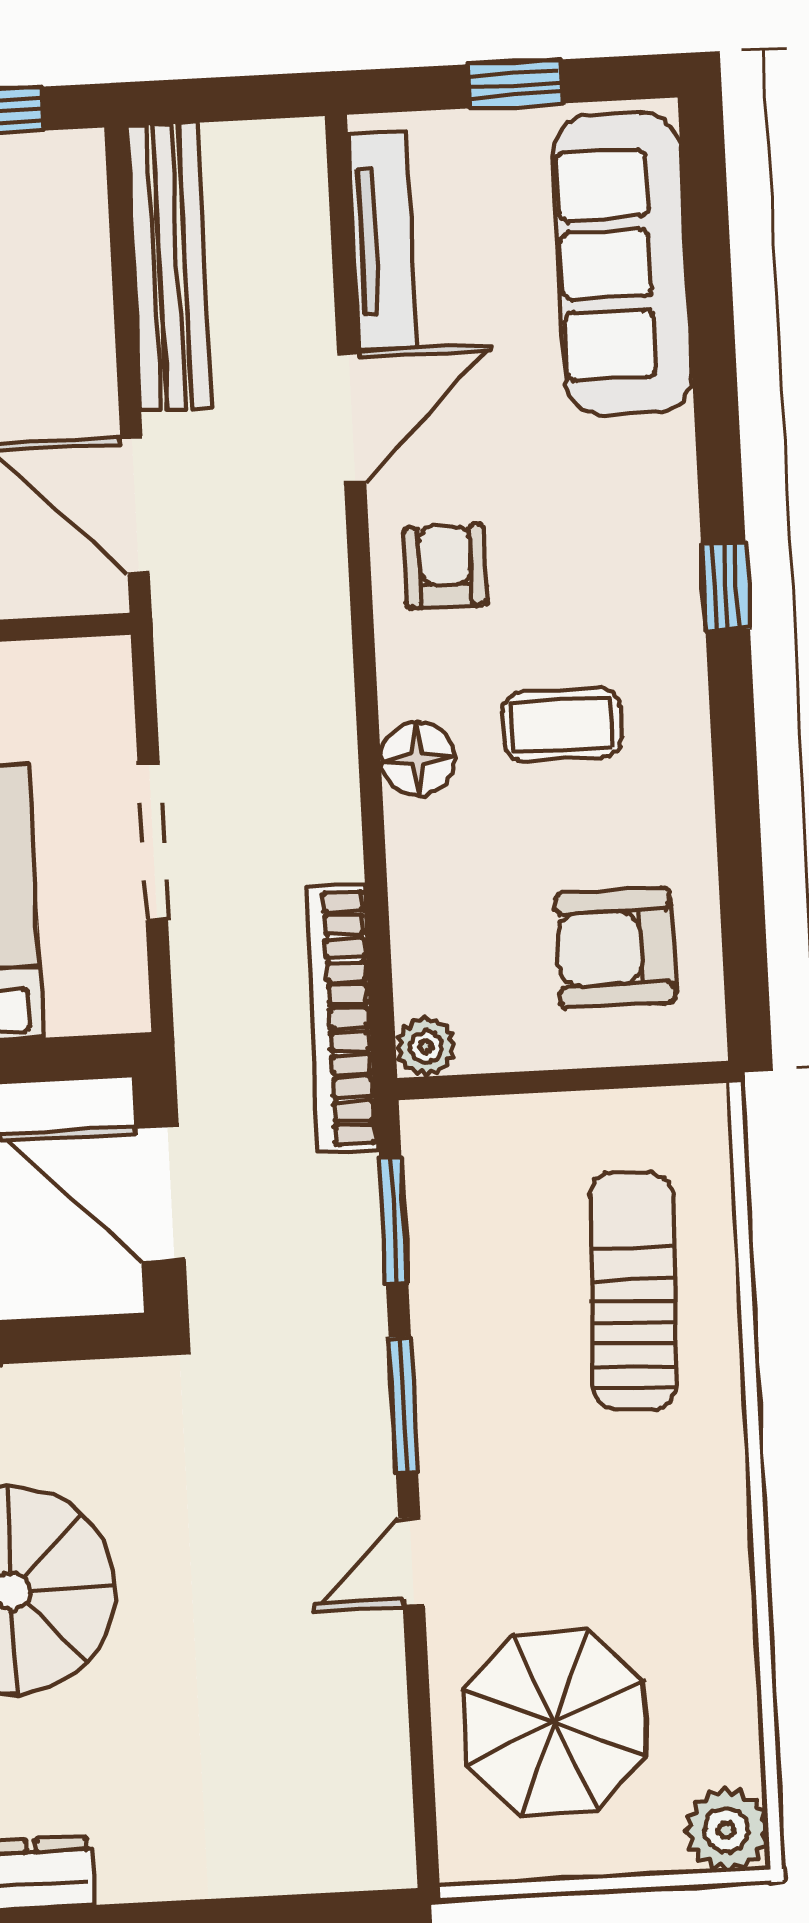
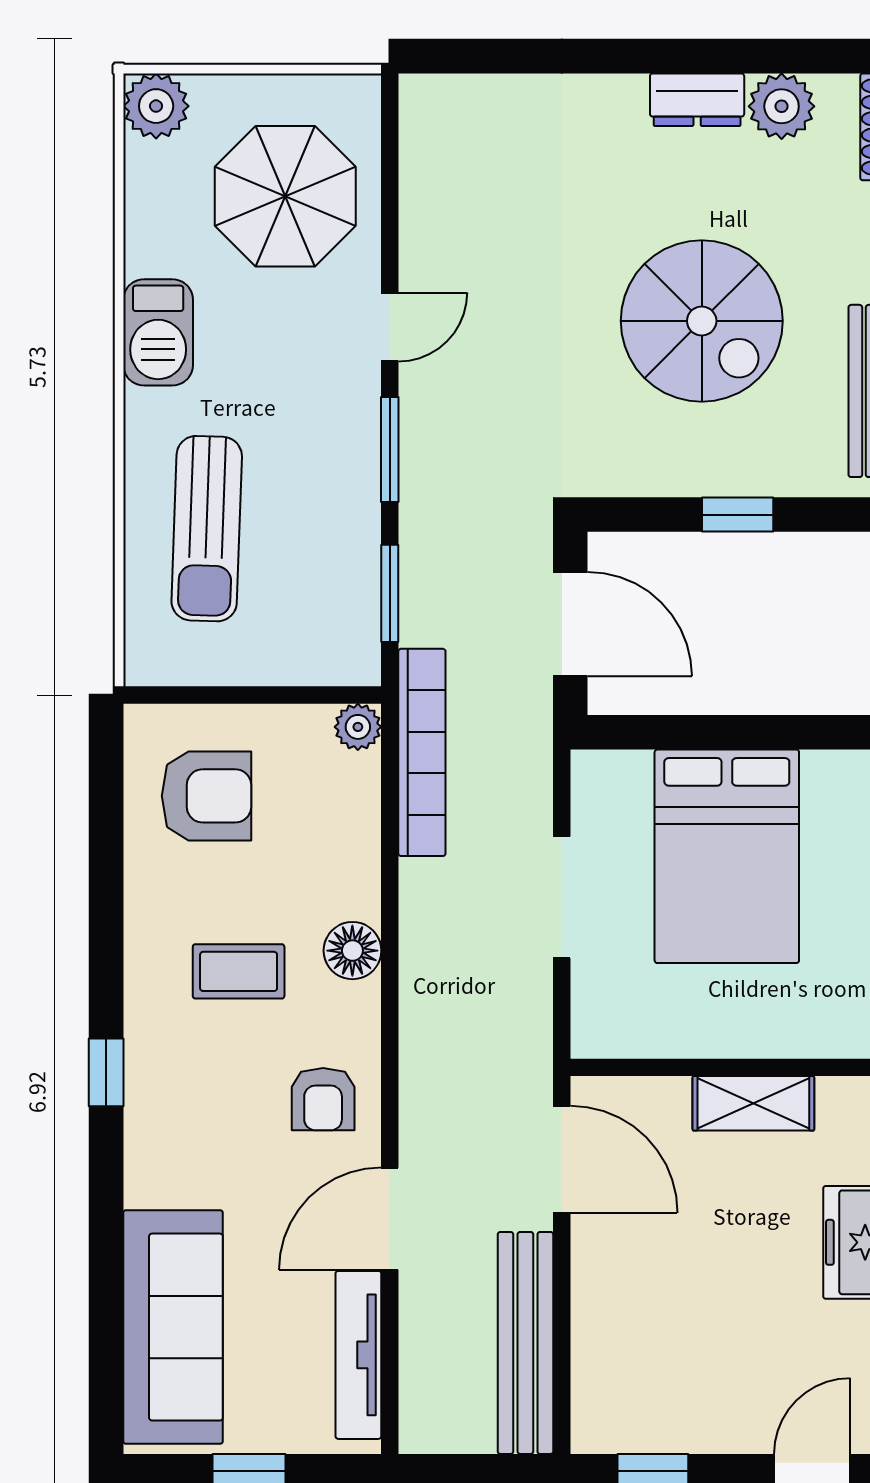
barbecue: (709, 1539) -> (158, 332), added

